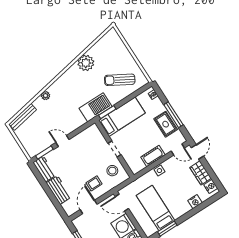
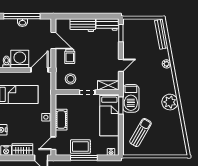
plant: (86, 63) -> (170, 102), moved
shelving: (97, 134) -> (108, 85), added
door: (62, 141) -> (121, 65), moved

